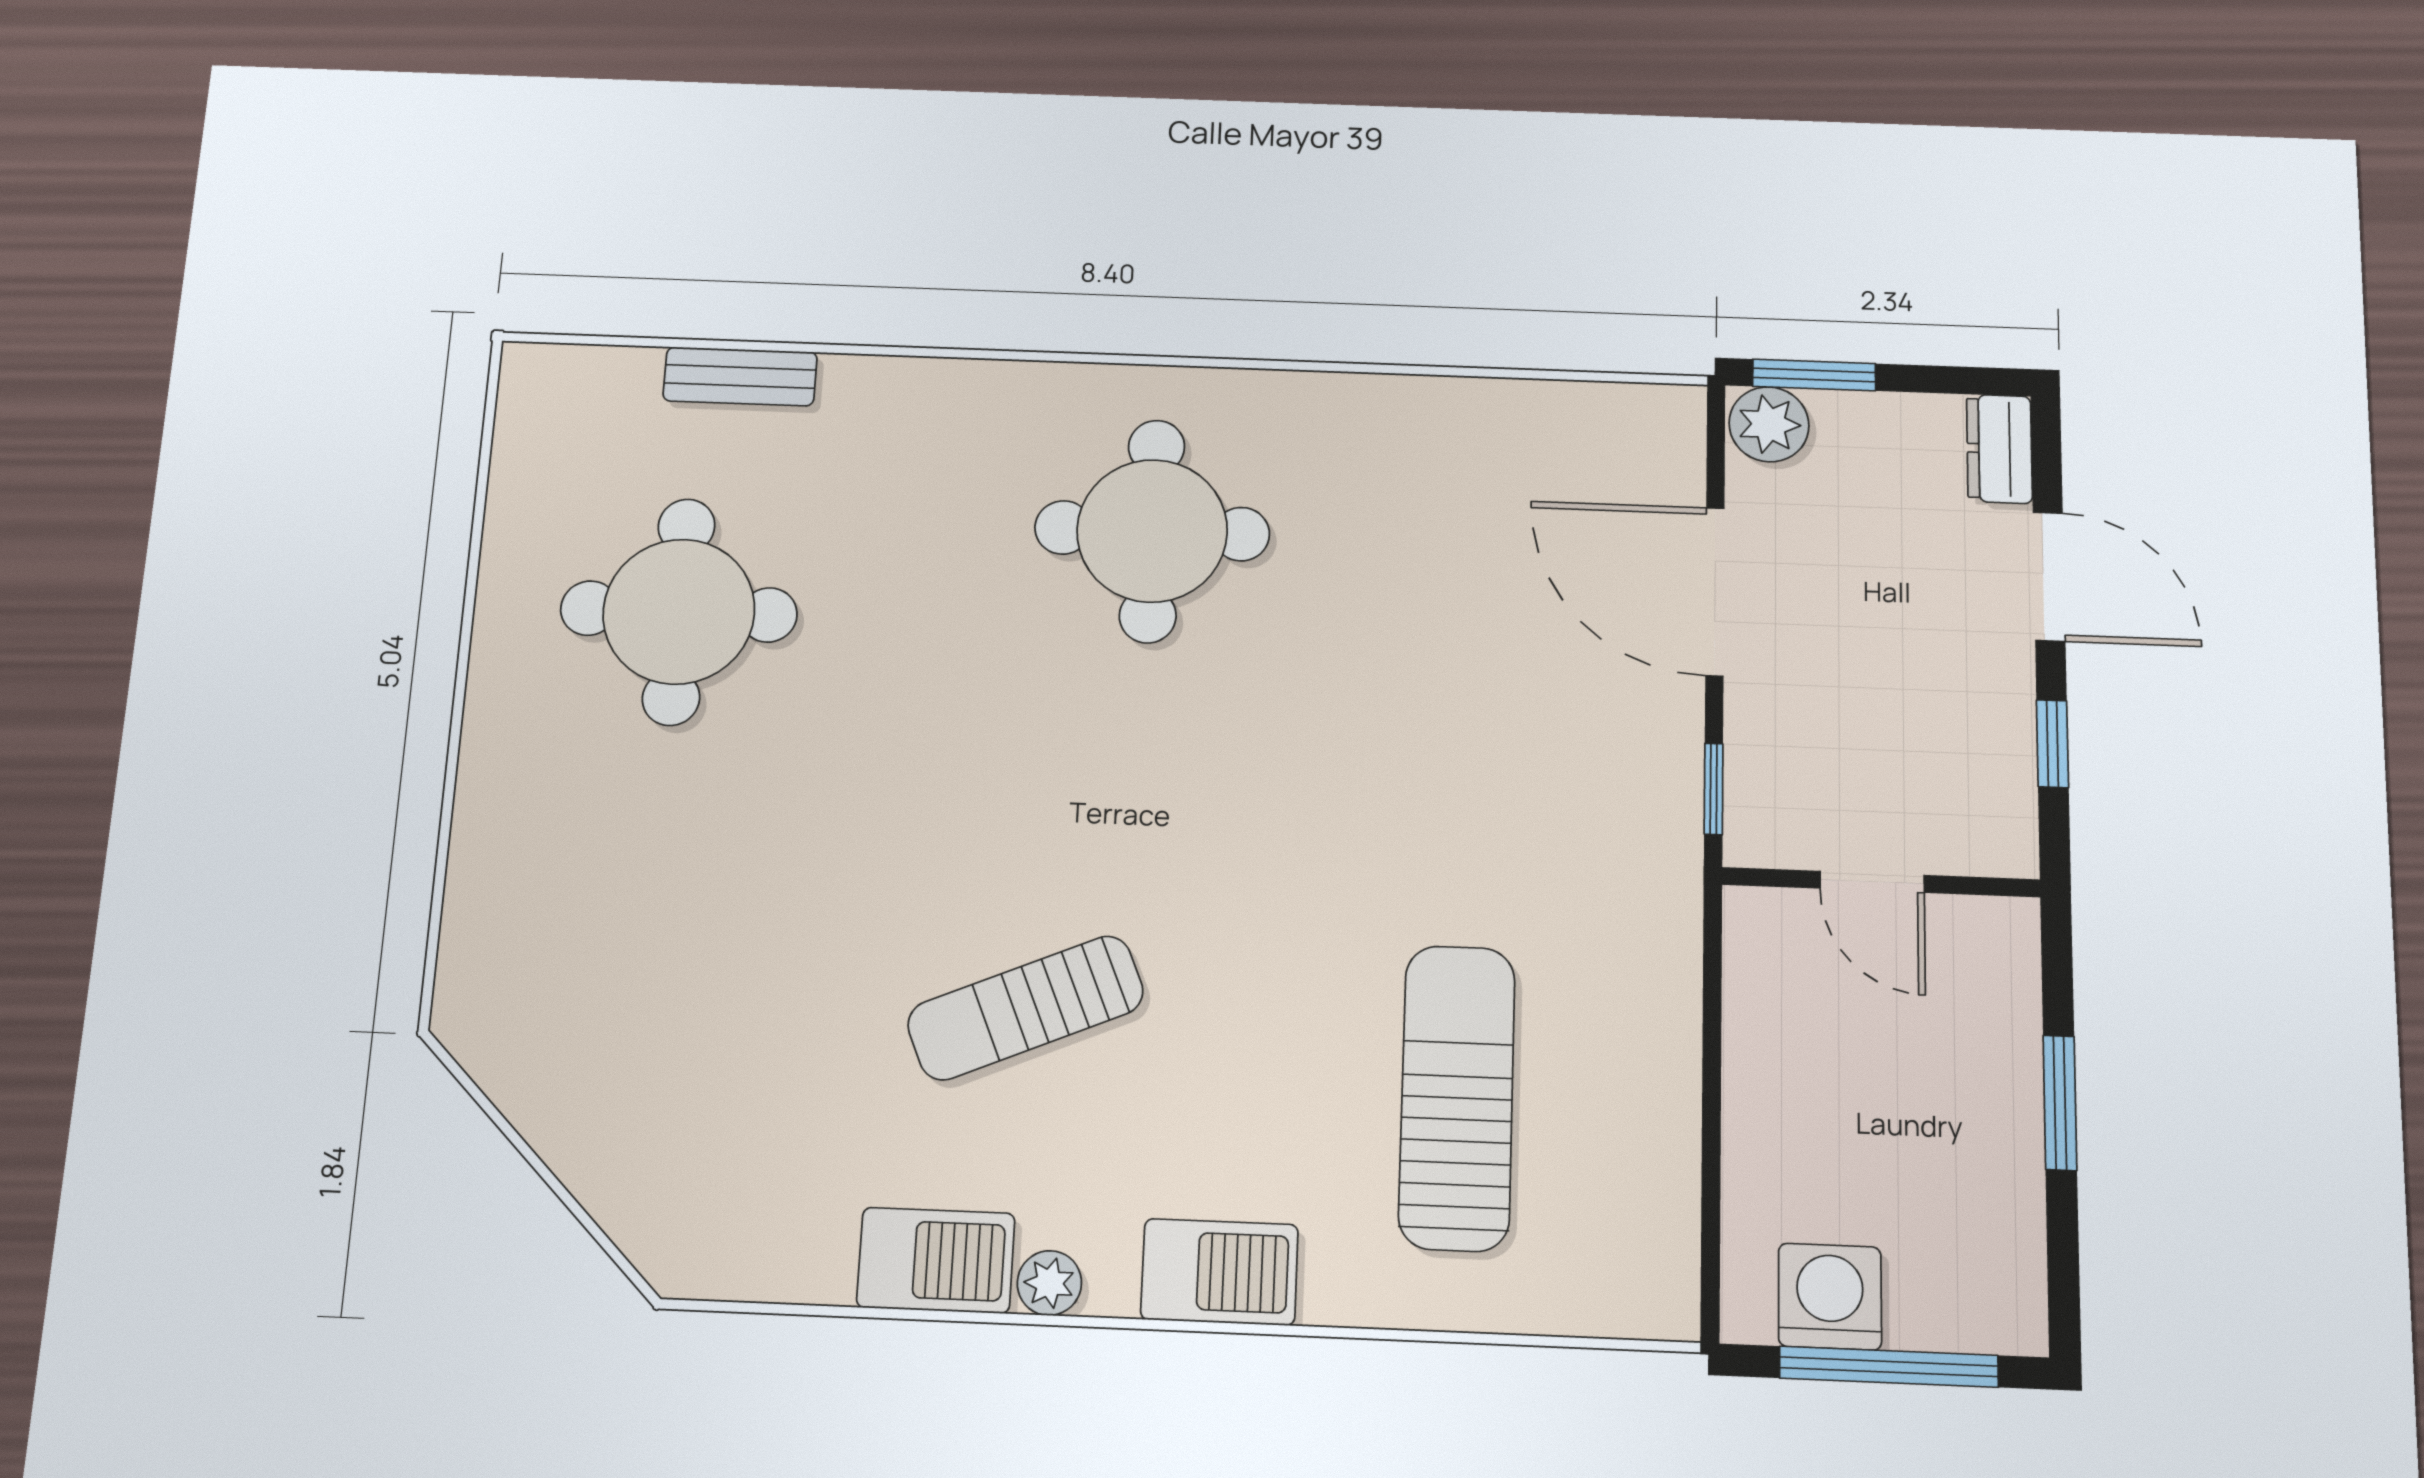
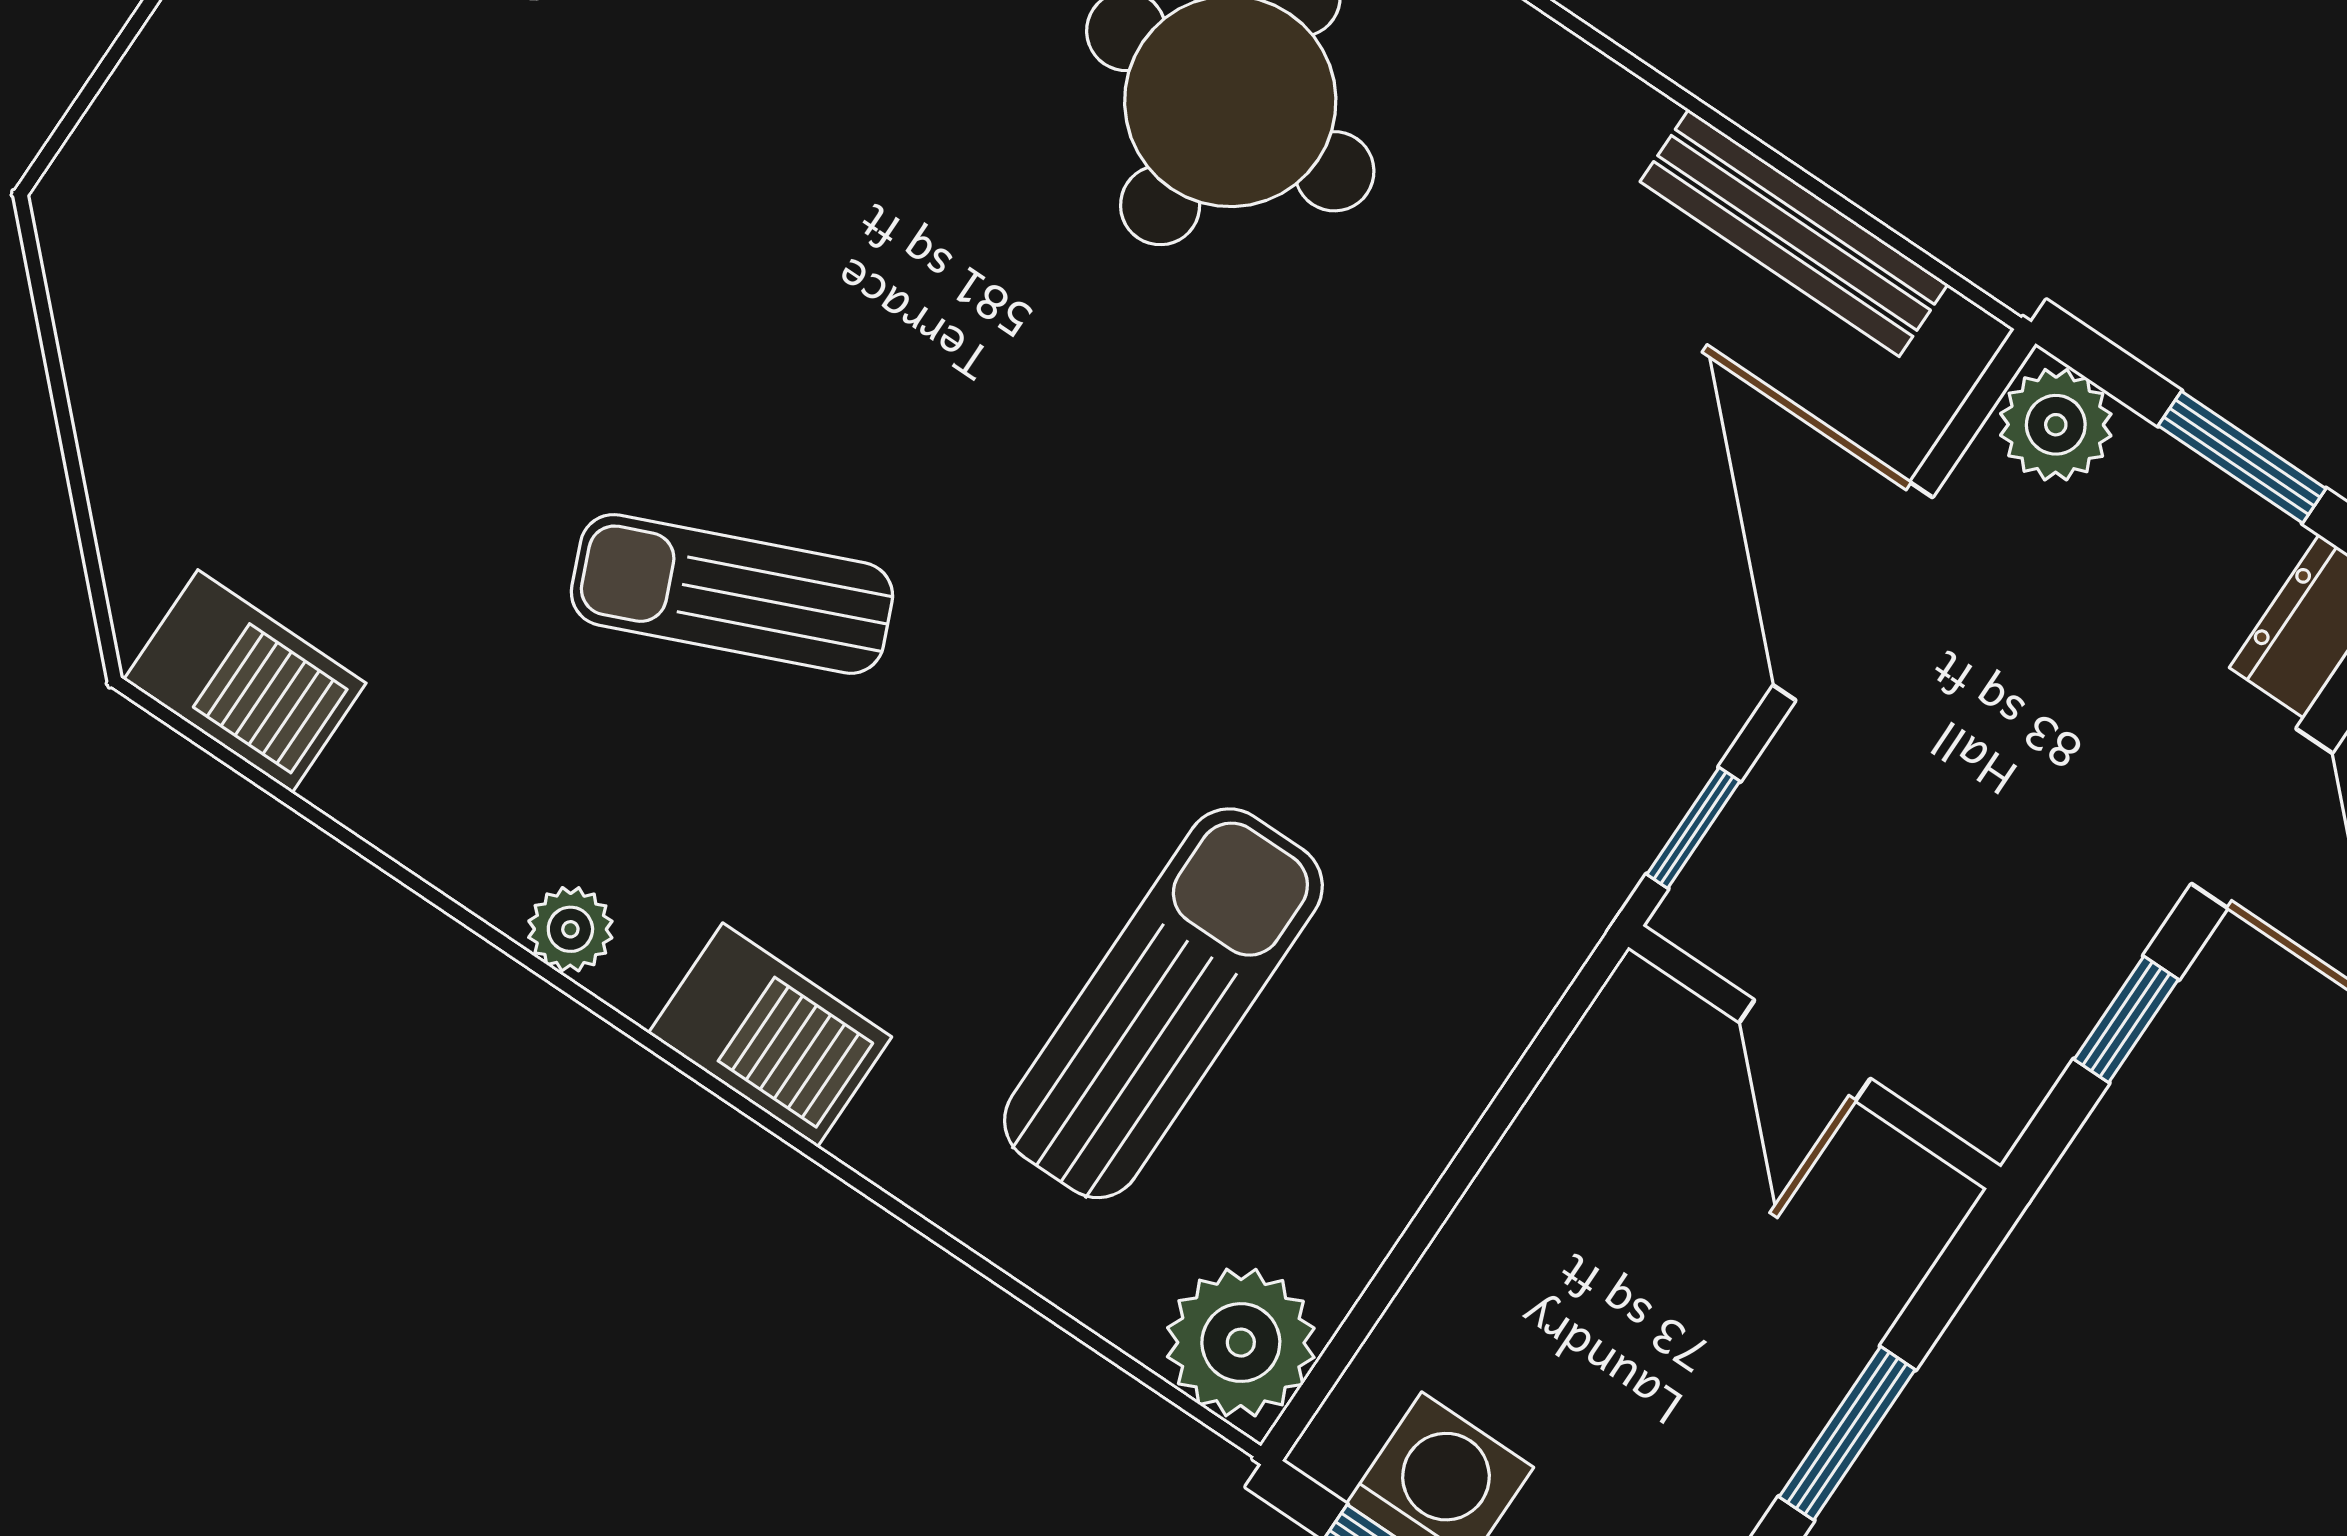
window: (1814, 375) -> (2242, 457), moved
bench: (1540, 408) -> (1794, 233), added
barbecue: (936, 1260) -> (245, 681), moved
plant: (1644, 1283) -> (1241, 1343), added

